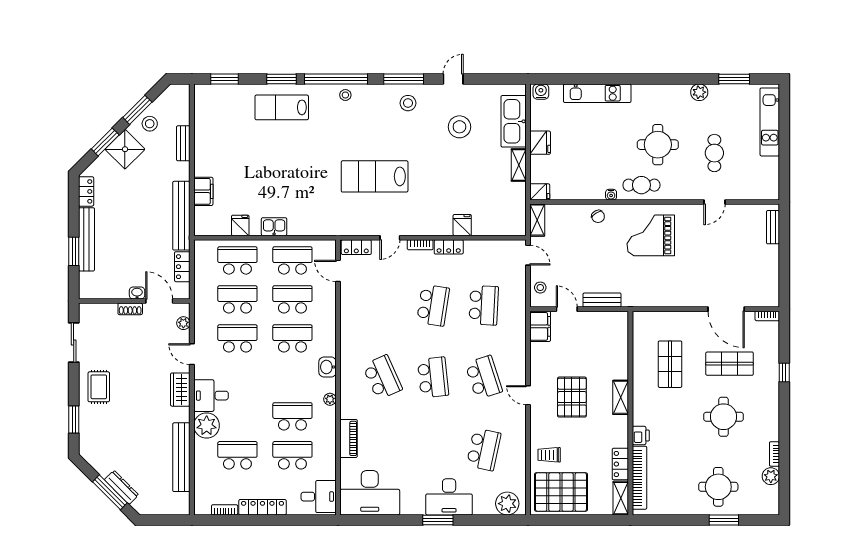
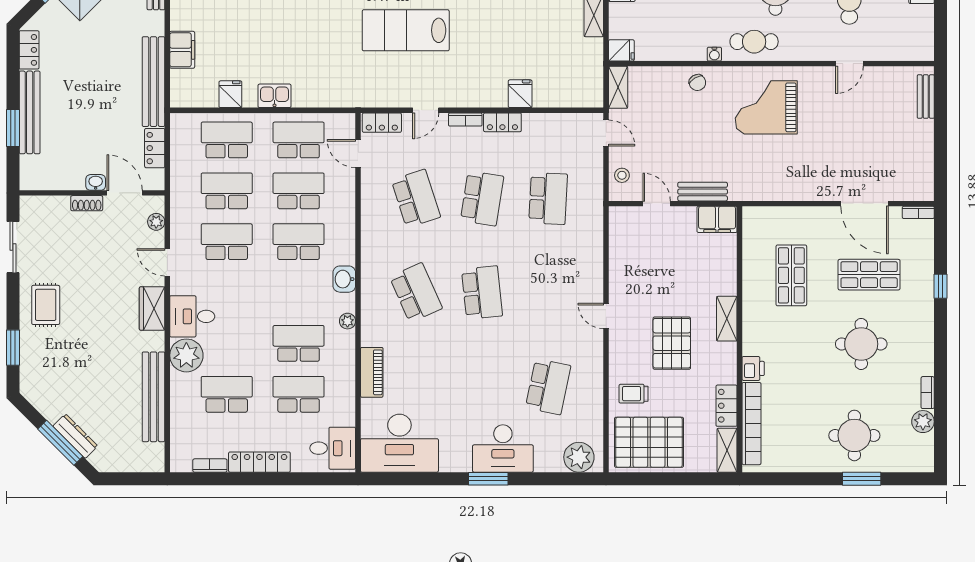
filing cabinet: (540, 326) -> (717, 219), moved, turned 90
school desk: (484, 377) -> (416, 198), moved
pallet: (572, 397) -> (672, 343), moved

